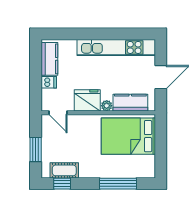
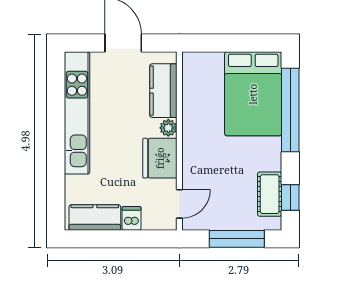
bed: (128, 136) -> (253, 94), moved
window: (36, 149) -> (237, 239), width x1.44
window: (118, 184) -> (290, 110), width x1.46

